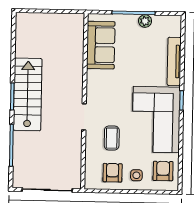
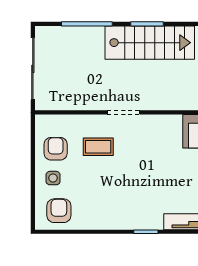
corner sofa: (156, 119) -> (122, 201), removed
armchair: (163, 171) -> (59, 211), turned -90
armchair: (113, 173) -> (56, 149), turned -90

